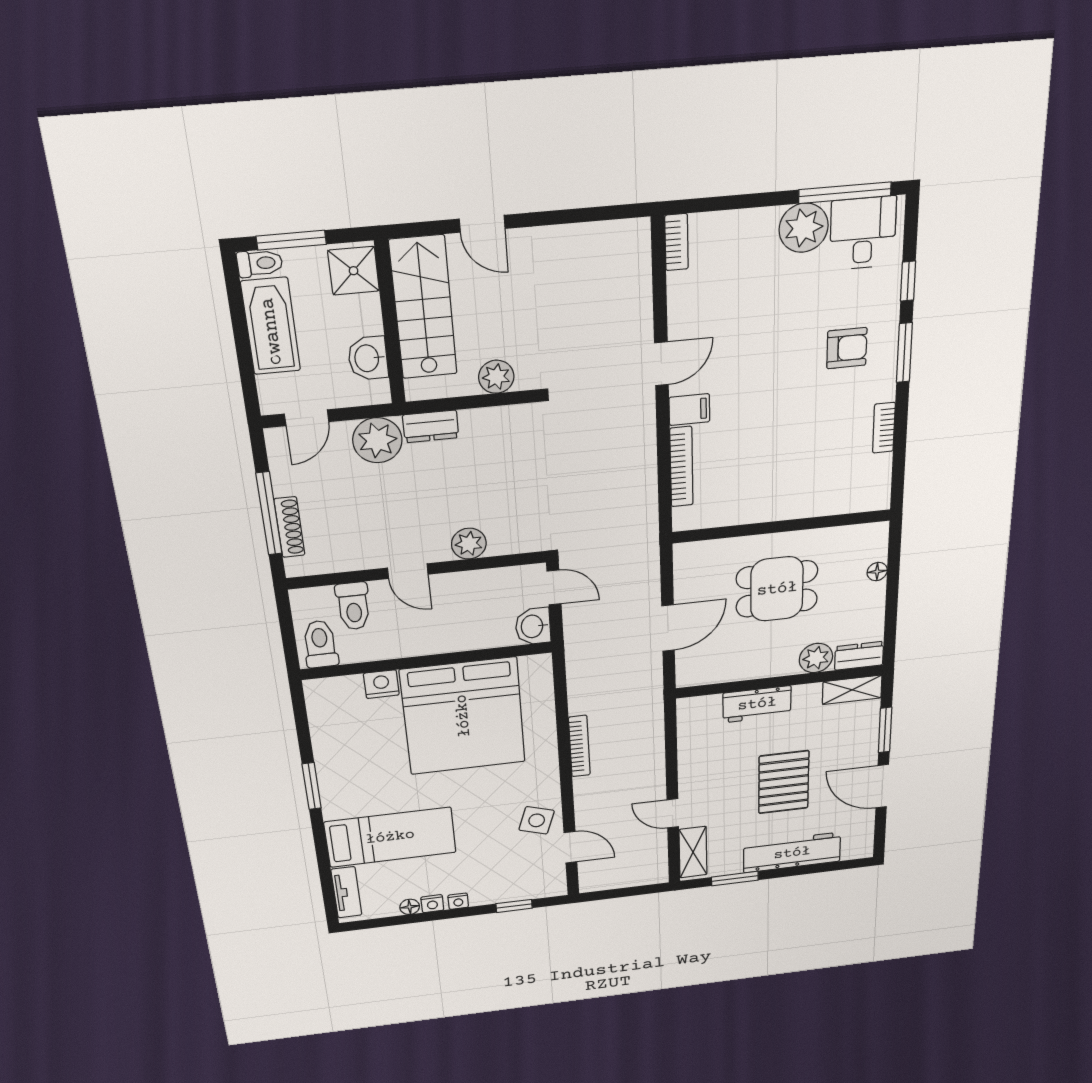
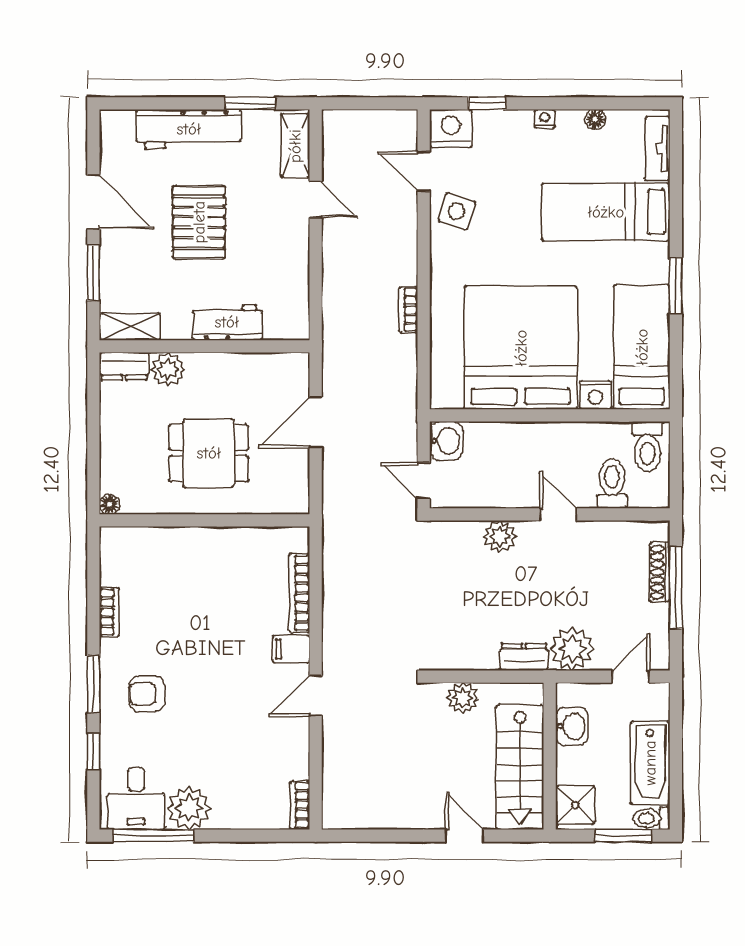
floor lamp: (877, 572) -> (109, 504), moved
bed: (339, 731) -> (642, 347), added
bookcase: (579, 746) -> (408, 310), width x0.64
nightstand: (432, 904) -> (451, 128), moved, width x1.89, depth x1.79

